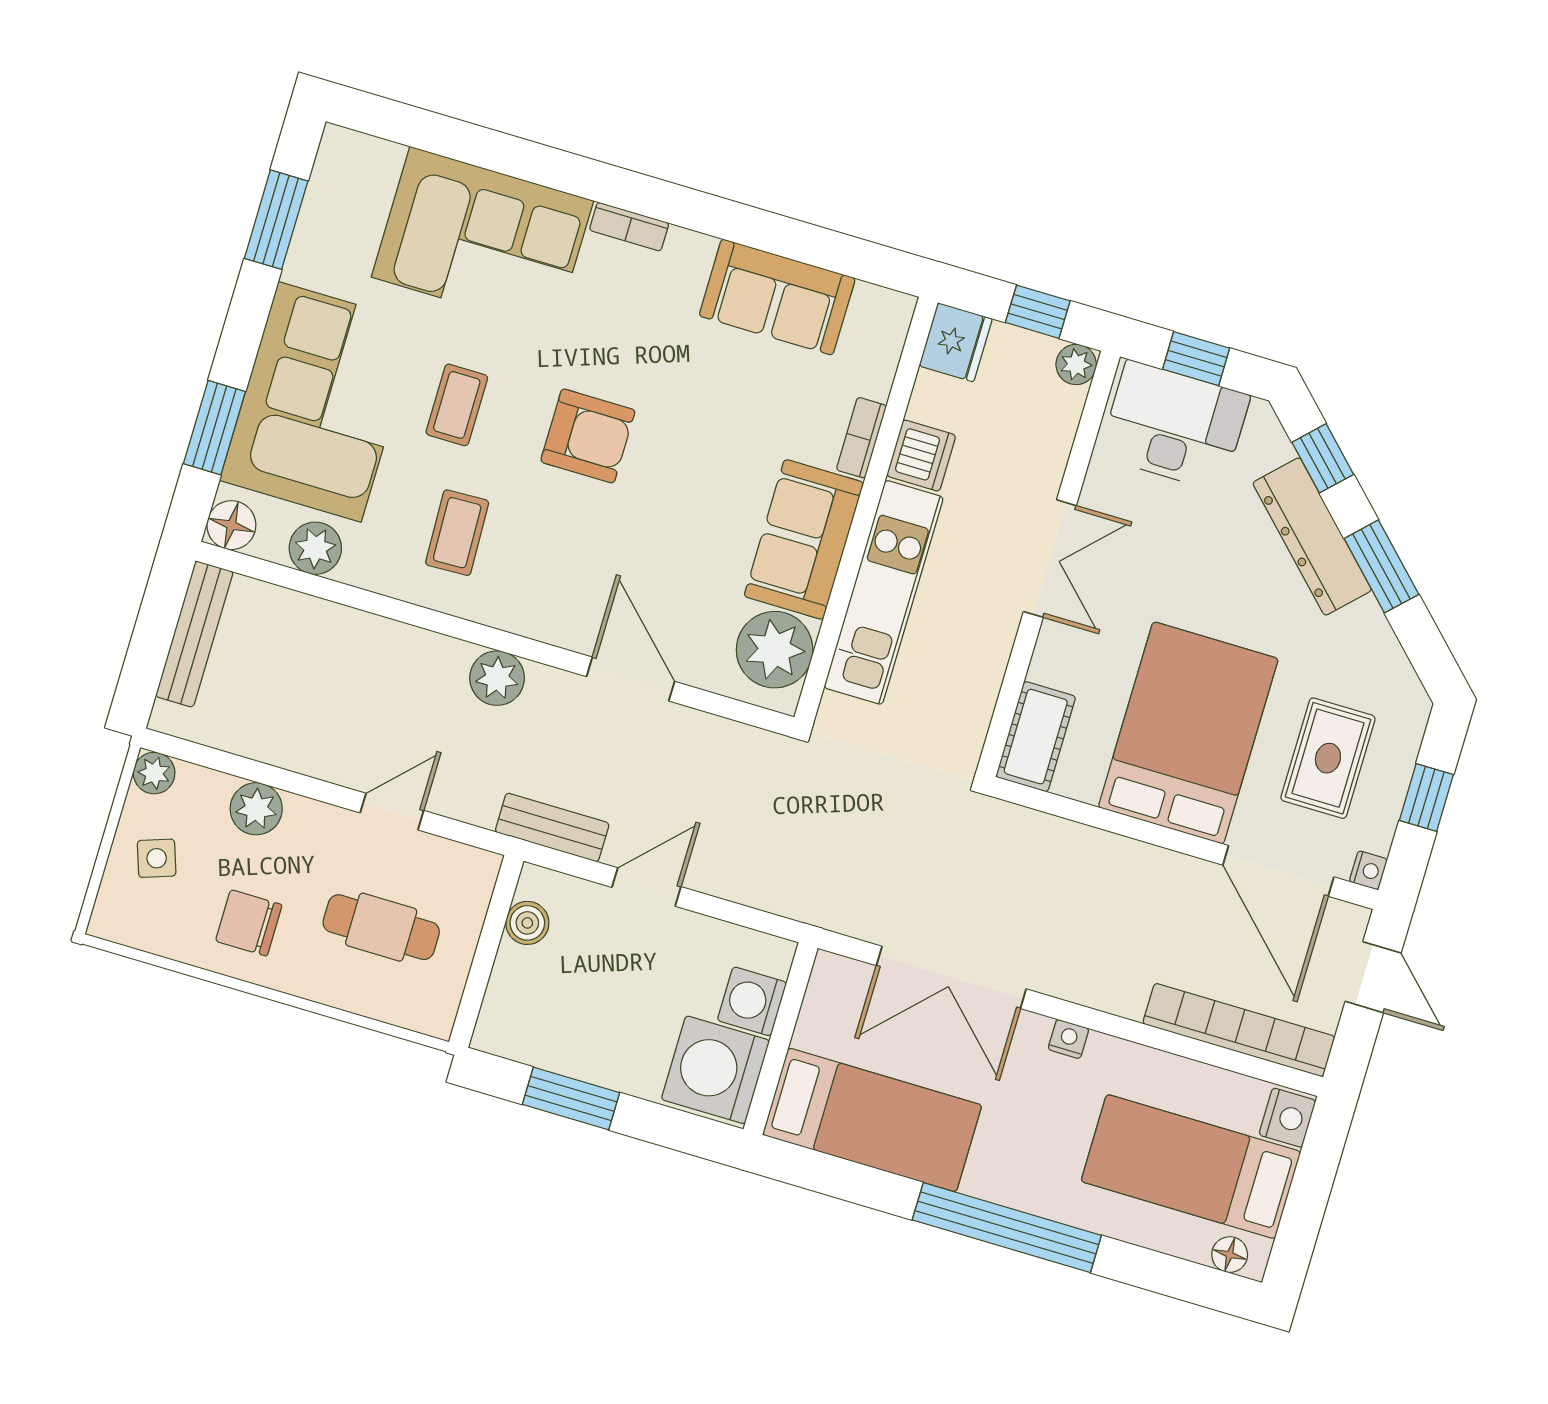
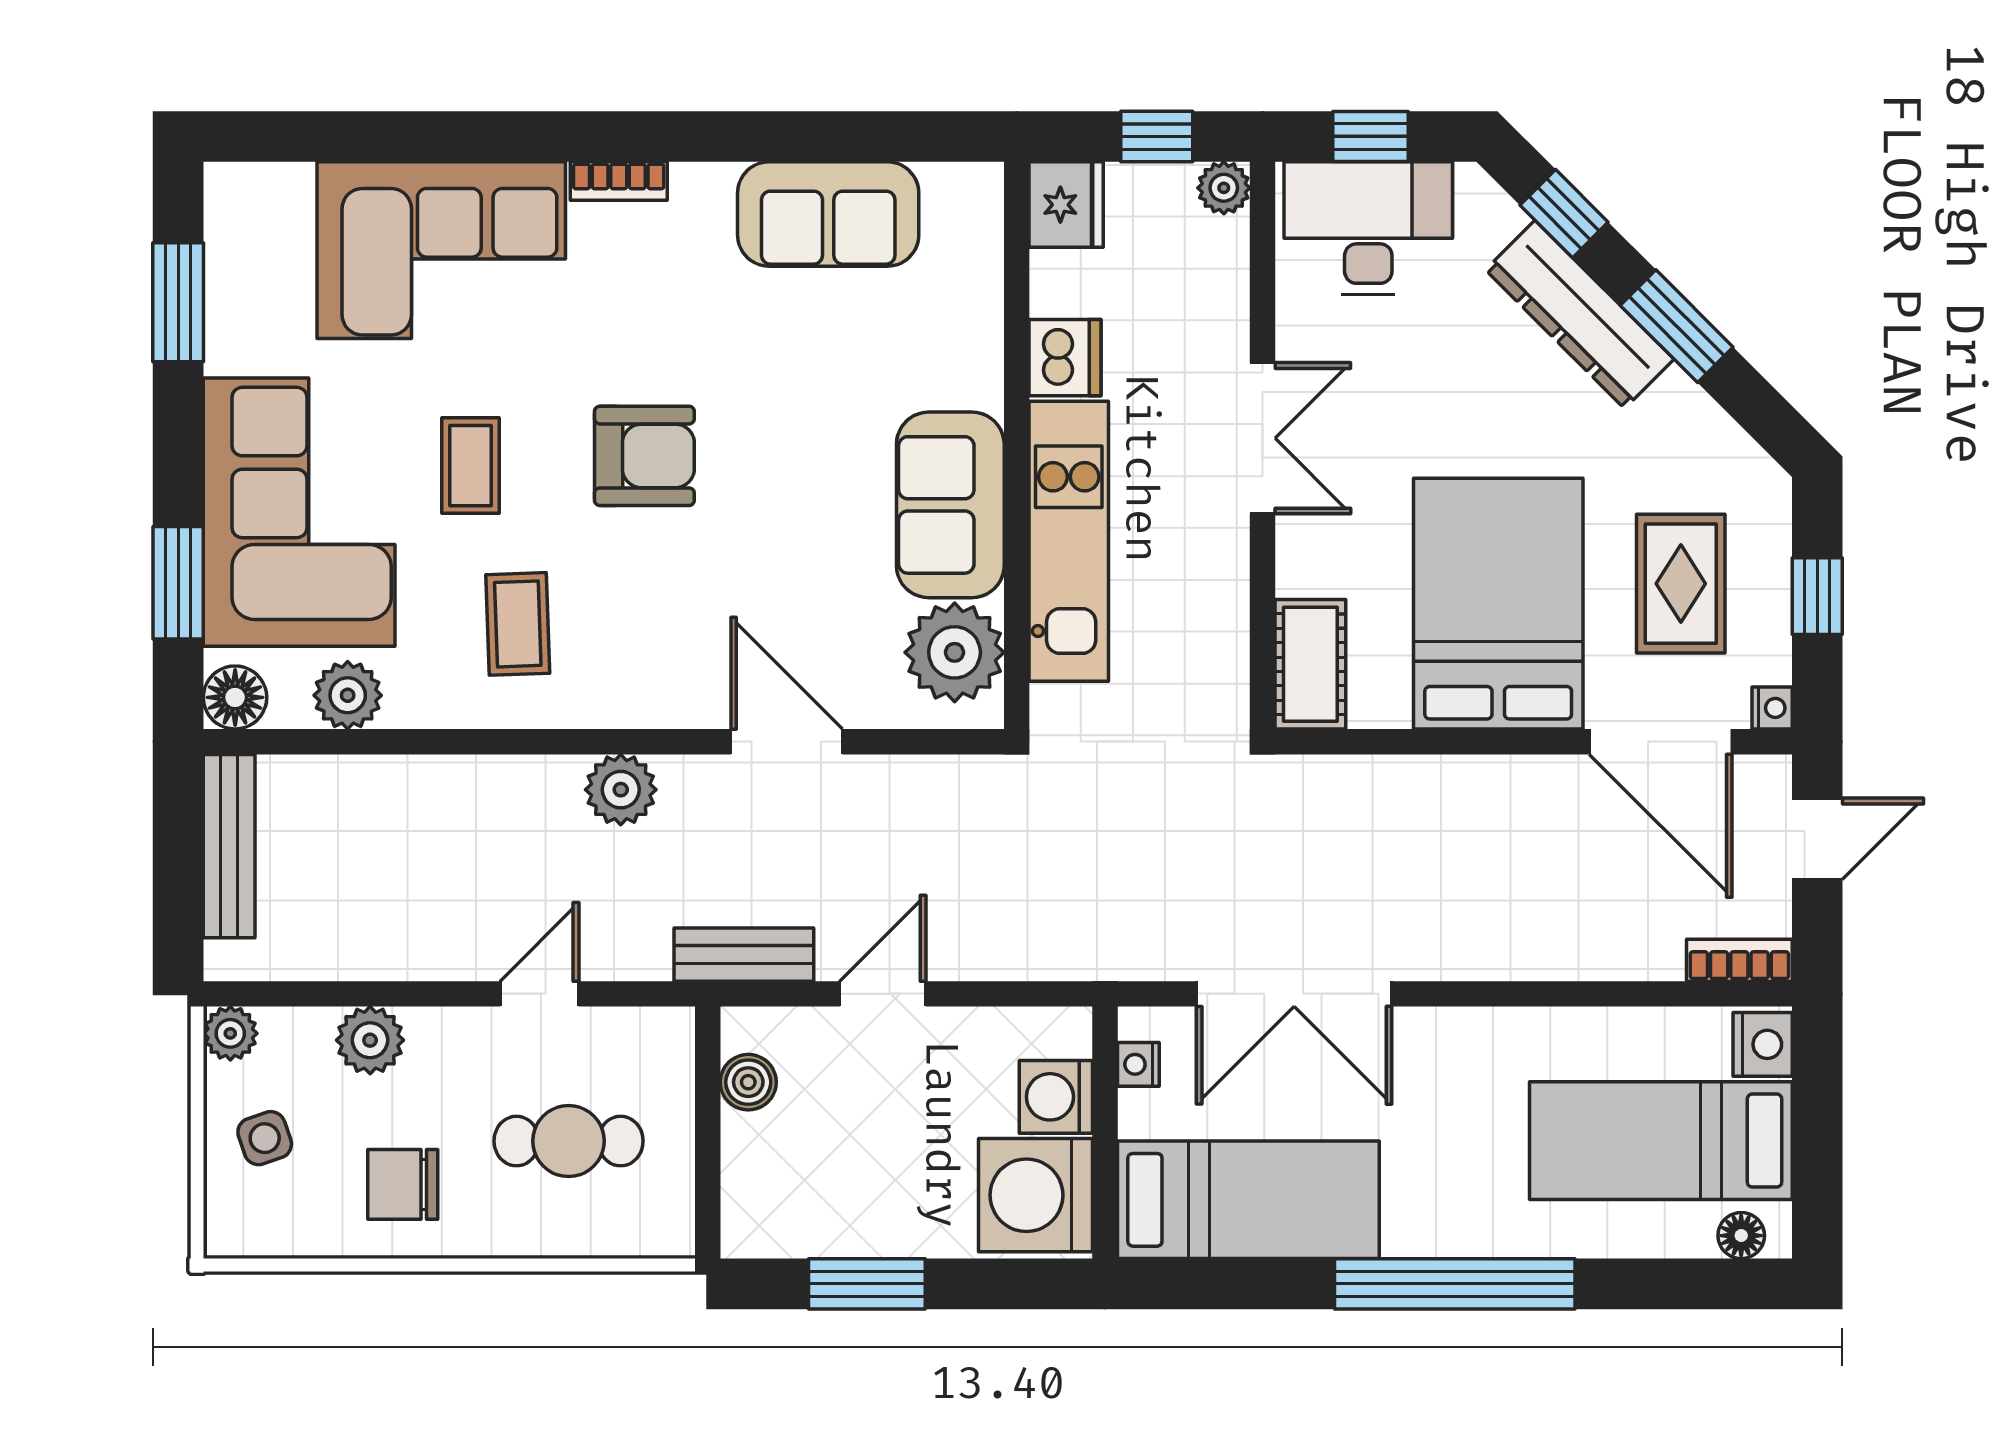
bookcase: (861, 438) -> (984, 358), removed
door: (1373, 977) -> (1817, 839), hinge flipped
bookcase: (1239, 1030) -> (1739, 960), width x0.43, depth x0.76
nightstand: (1068, 1039) -> (1138, 1064), moved, turned -90

